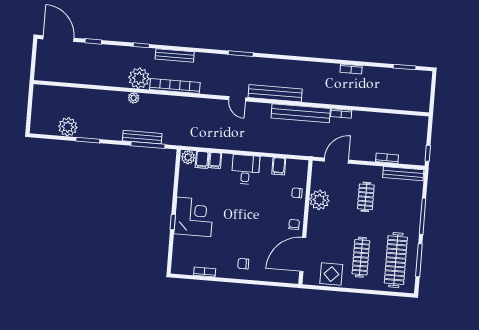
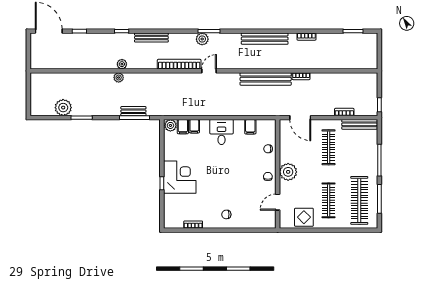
plant: (232, 62) -> (202, 39), added
plant: (139, 78) -> (122, 64), width x0.53, depth x0.53
bookcase: (175, 86) -> (179, 64), moved
bench: (275, 93) -> (265, 39), moved
door: (237, 99) -> (209, 71), swing flipped
bench: (142, 137) -> (133, 111), width x0.73
door: (336, 161) -> (300, 118), swing flipped
clothes rail: (366, 197) -> (329, 147), width x1.36
plant: (319, 200) -> (288, 172), moved
door: (303, 254) -> (278, 202), width x0.53

